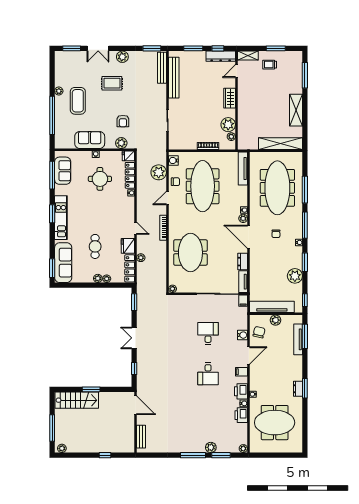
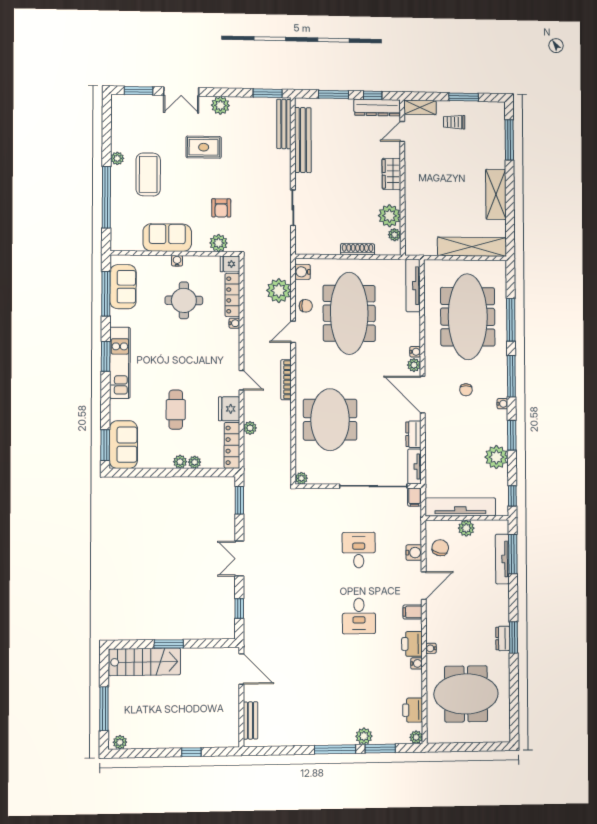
sofa: (63, 263) -> (123, 445), width x0.73
printer: (241, 415) -> (413, 710), moved

